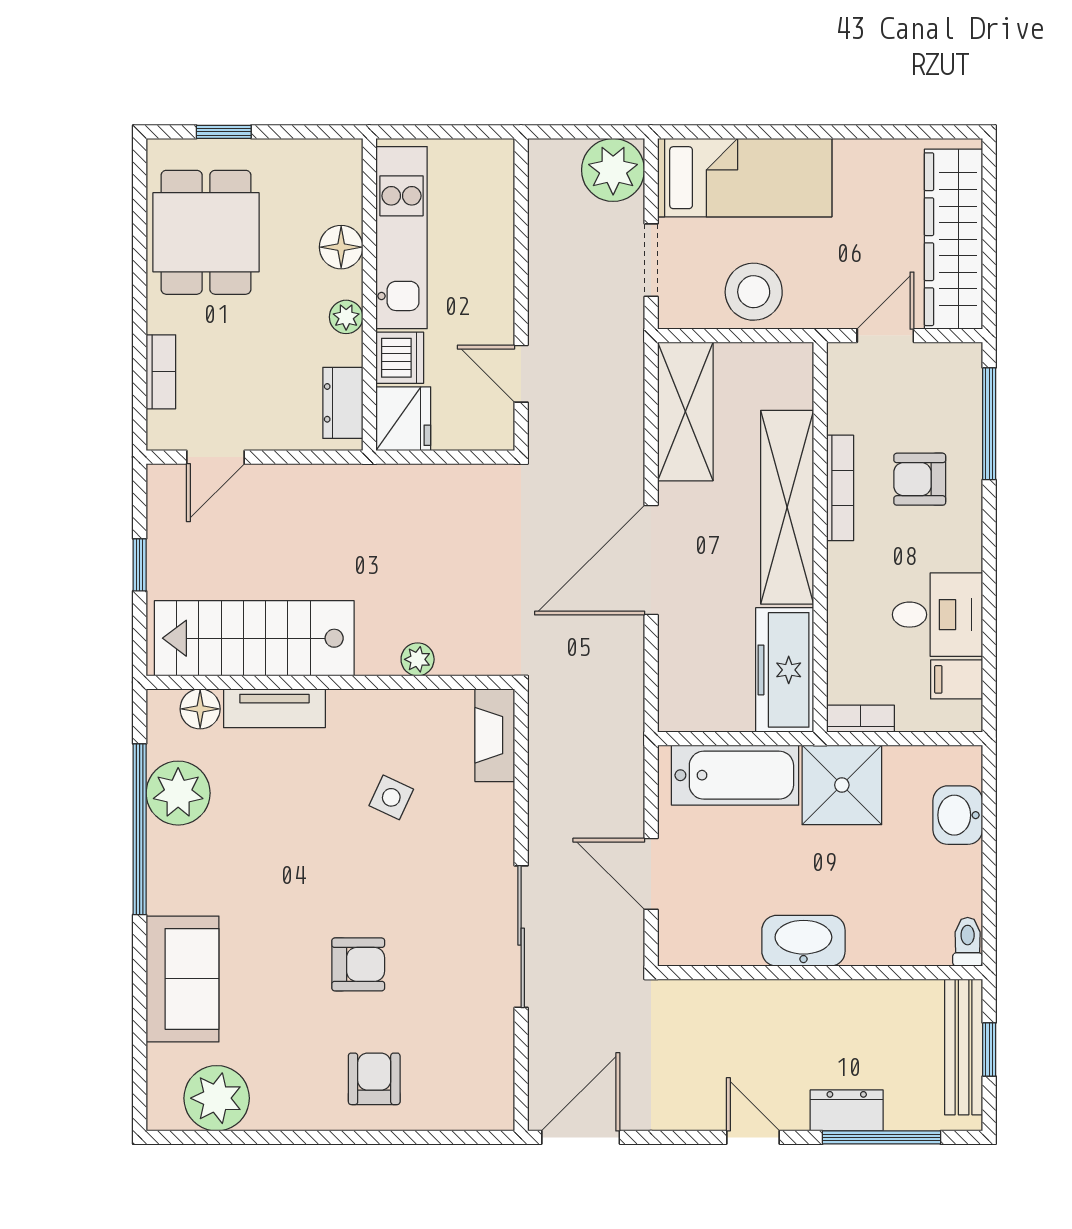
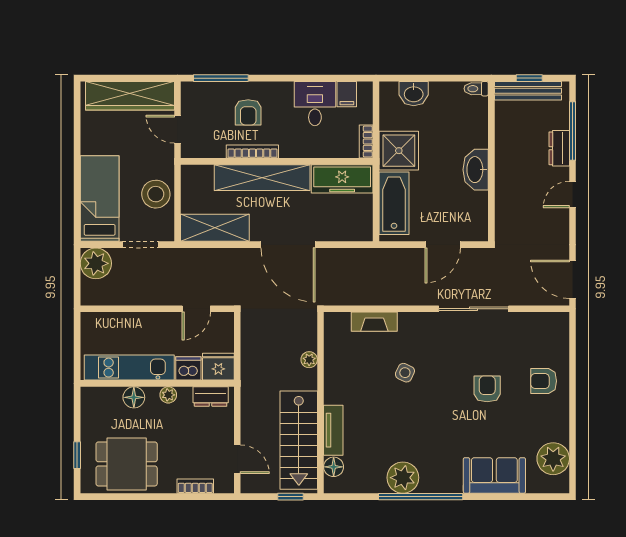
stairs: (254, 638) -> (299, 440), moved
plant: (418, 659) -> (309, 360), moved
wall: (330, 682) -> (321, 403), moved
tv unit: (274, 708) -> (333, 430), moved
floor lamp: (200, 709) -> (334, 467), moved

